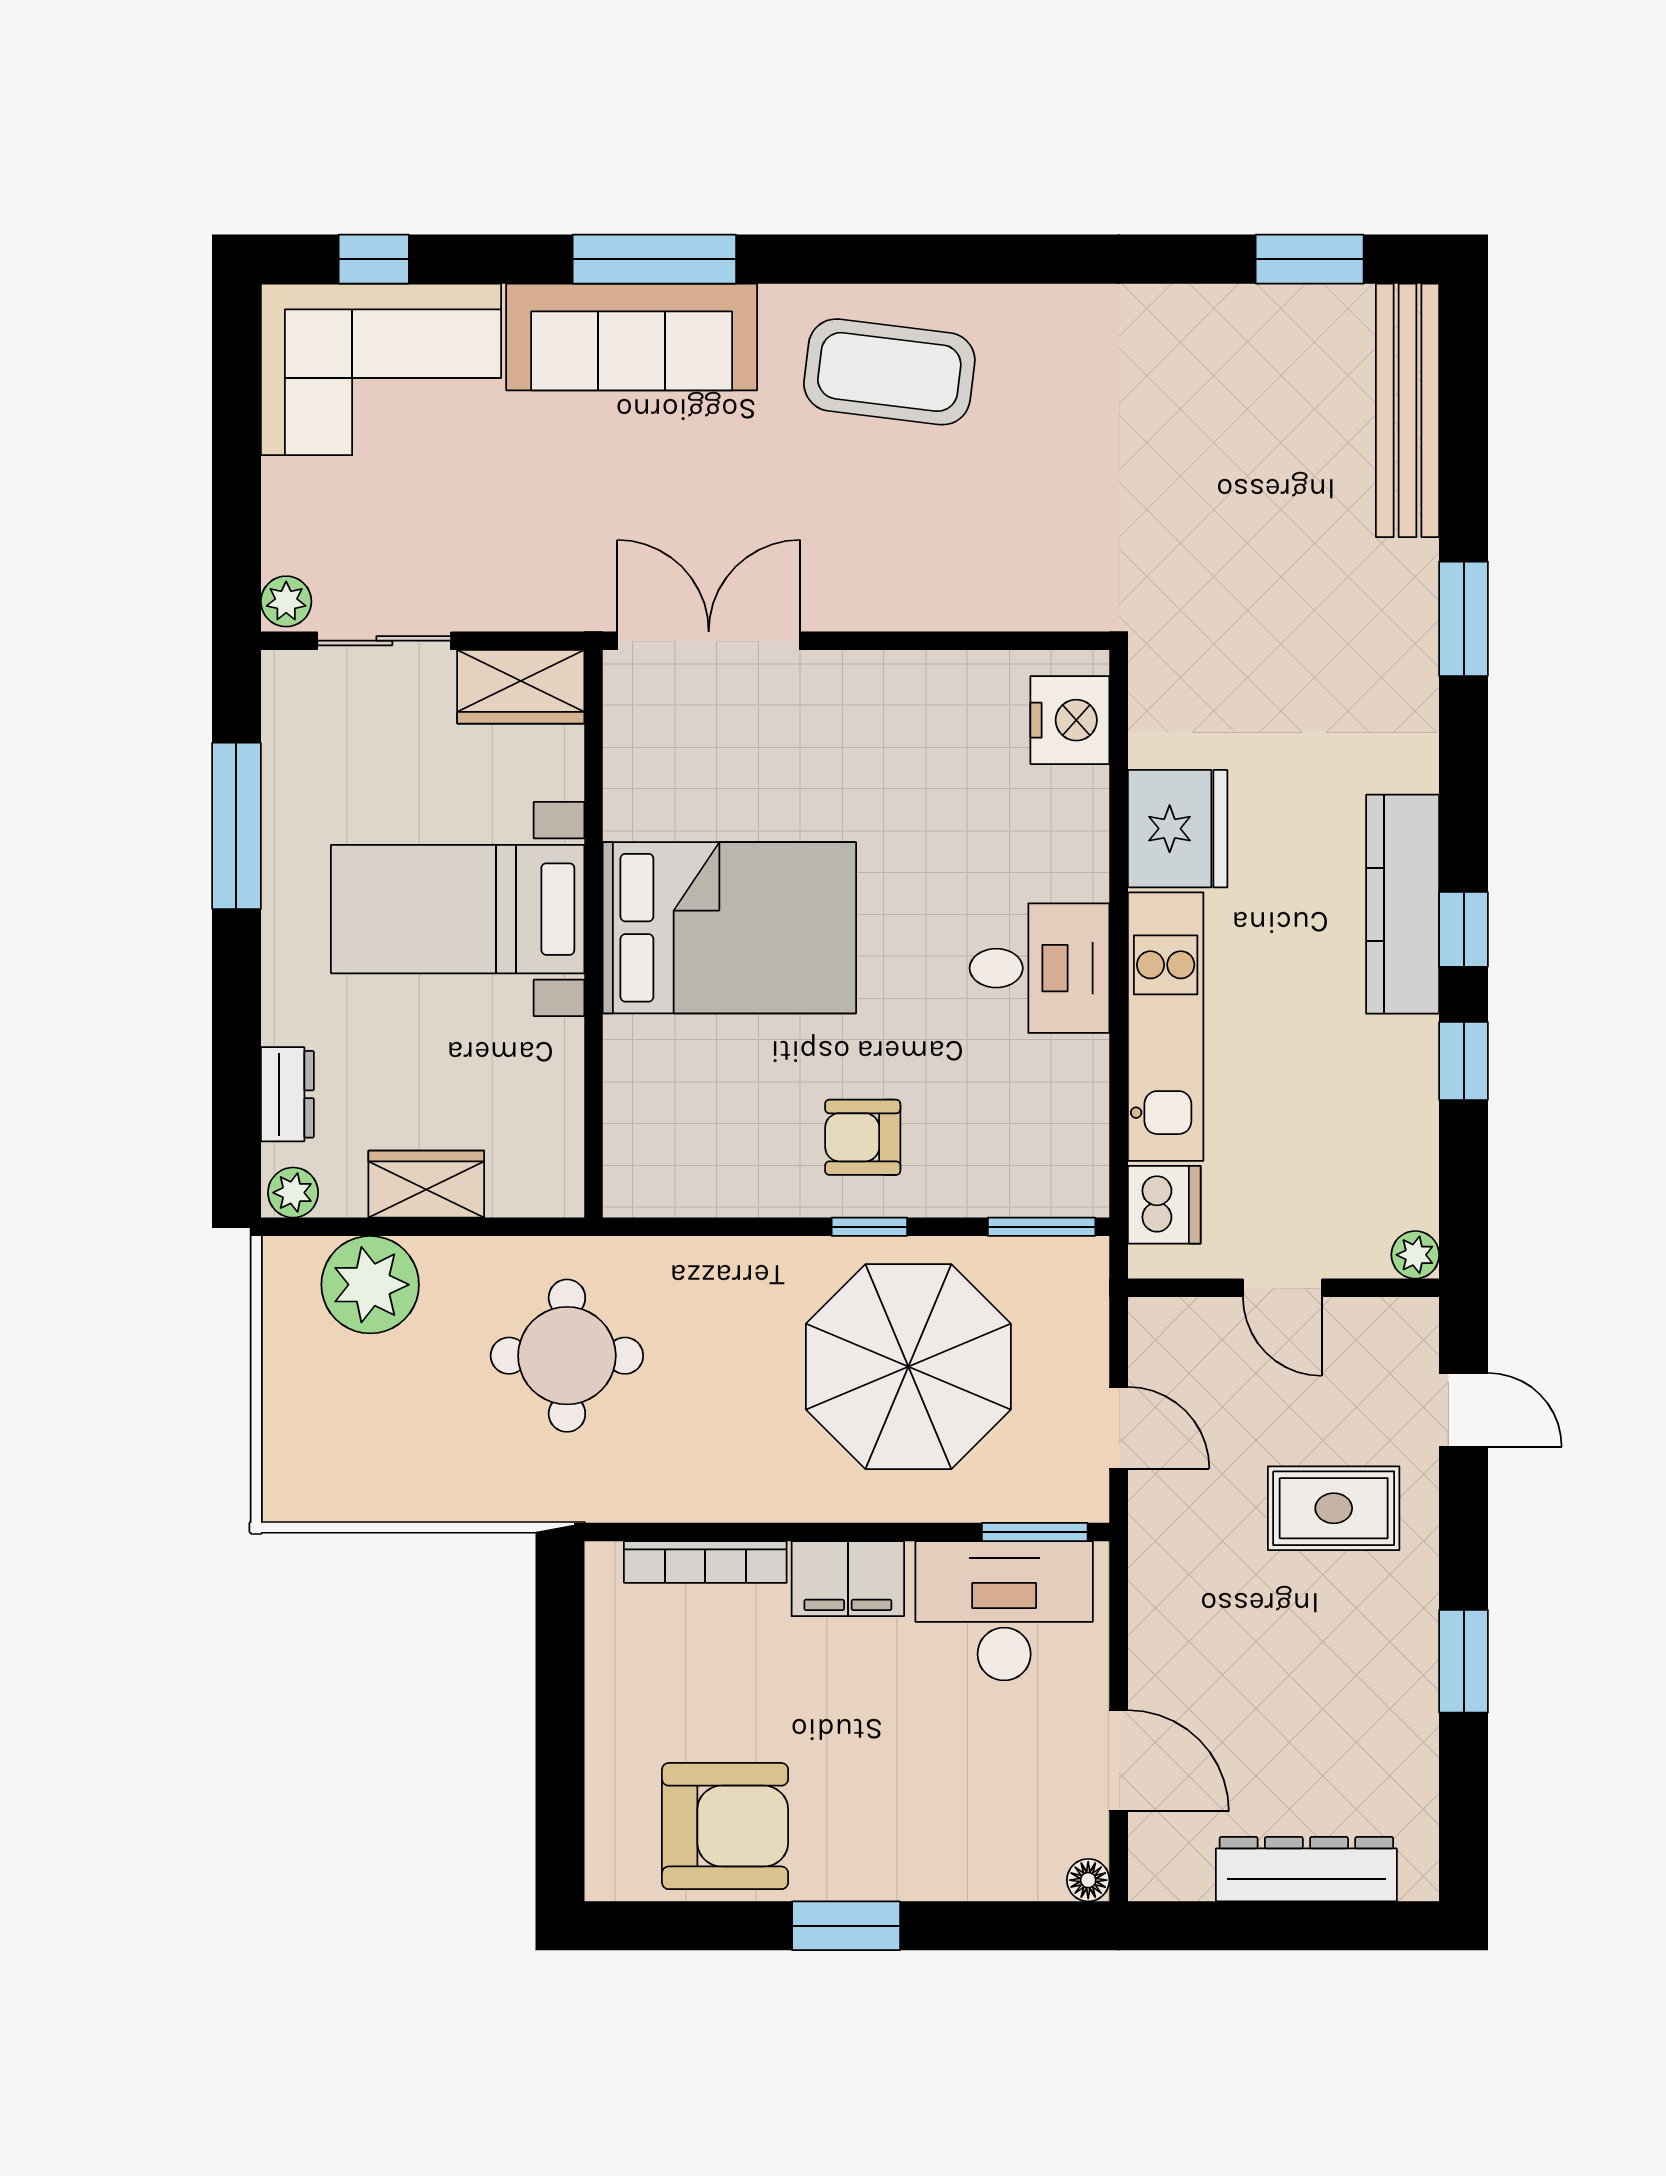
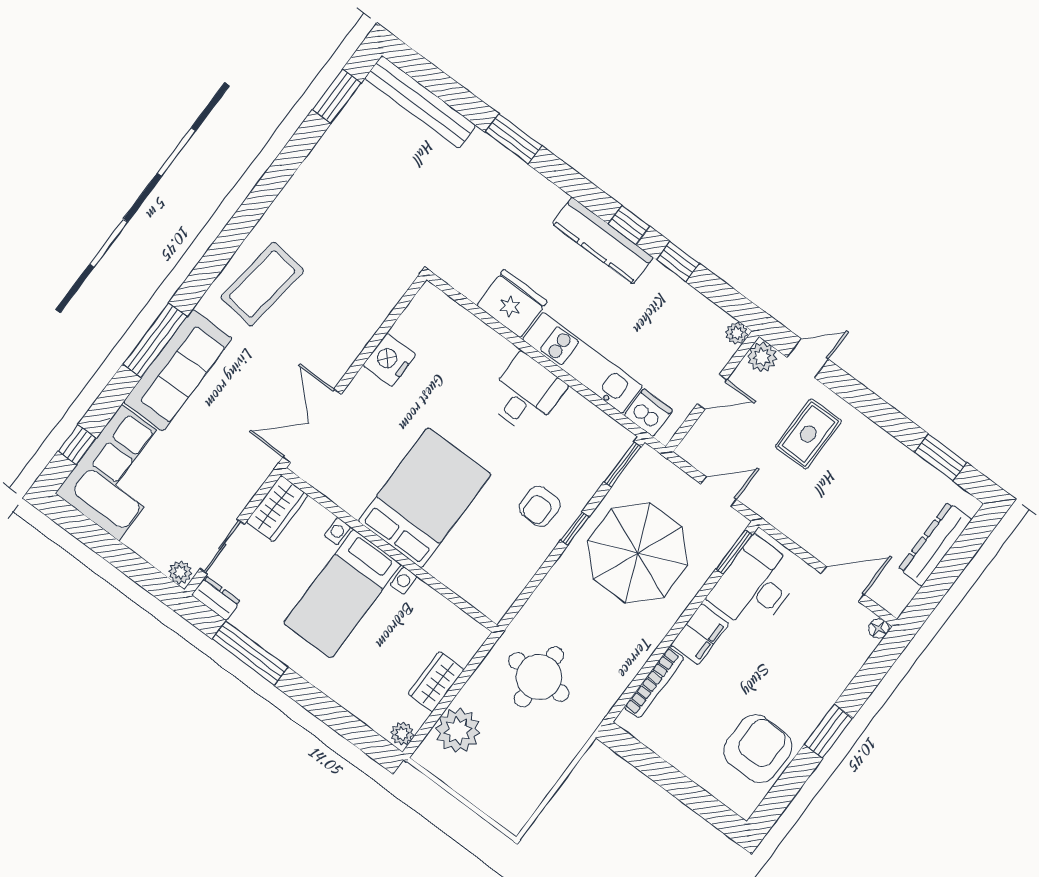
nightstand: (1070, 720) -> (389, 360), moved, turned -90
dresser: (287, 1094) -> (216, 598), moved
plant: (1407, 1329) -> (762, 357), added
window: (1464, 1661) -> (941, 457), moved

